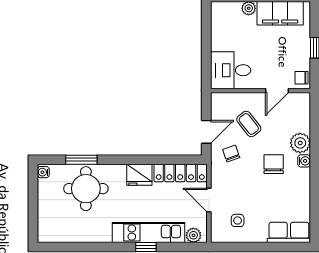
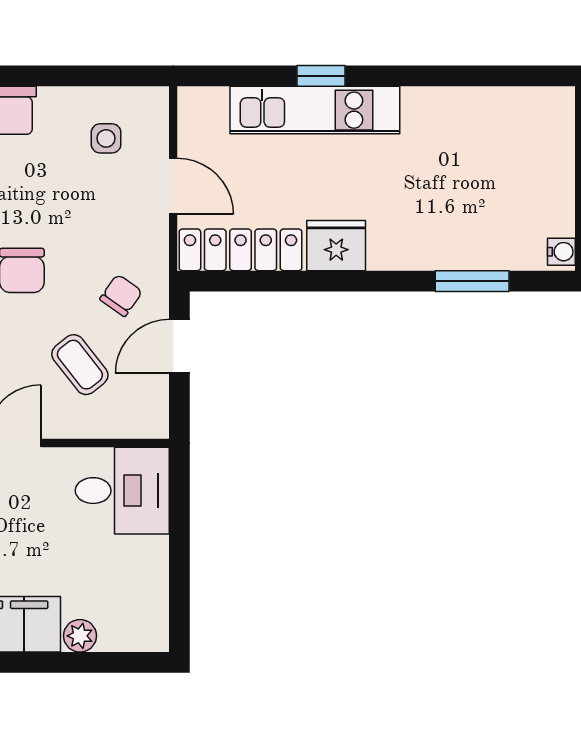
chair: (231, 153) -> (121, 295), turned -126
round table: (86, 189) -> (462, 213), removed
plant: (193, 235) -> (209, 104), removed

